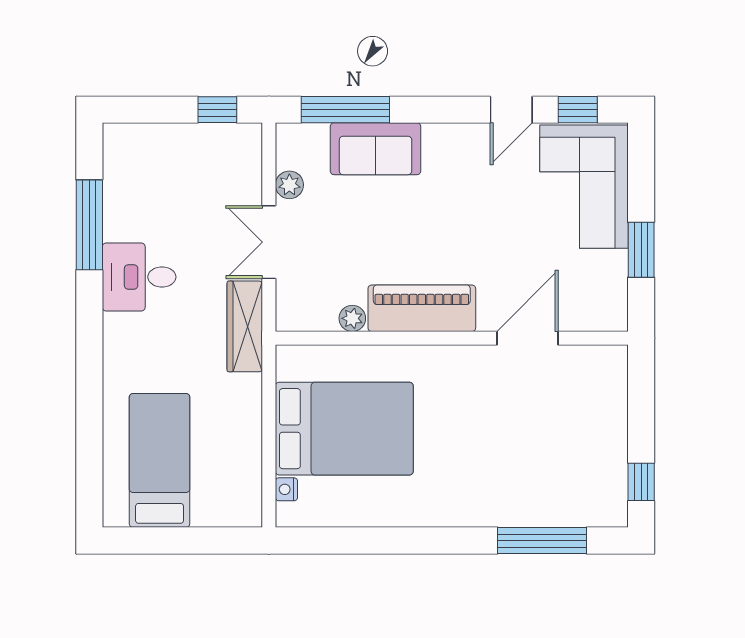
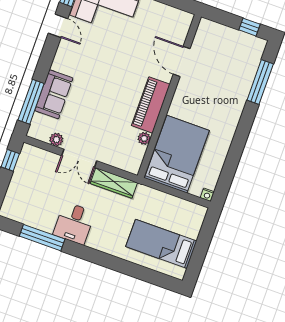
piano: (422, 308) -> (151, 105), moved
plant: (352, 318) -> (144, 138), moved
wall: (452, 338) -> (169, 96), moved
door: (527, 338) -> (182, 61), moved
nightstand: (286, 489) -> (207, 195), moved

